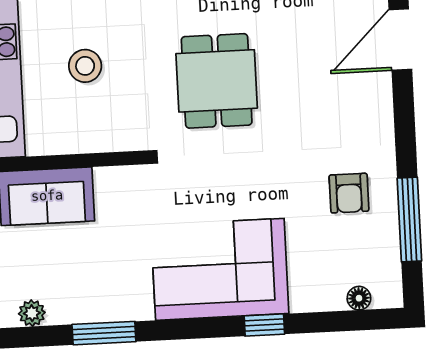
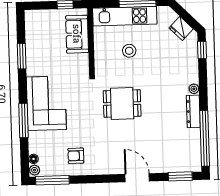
window: (409, 220) -> (52, 180), moved
plant: (32, 313) -> (34, 170), moved
window: (264, 325) -> (24, 121), width x2.17

